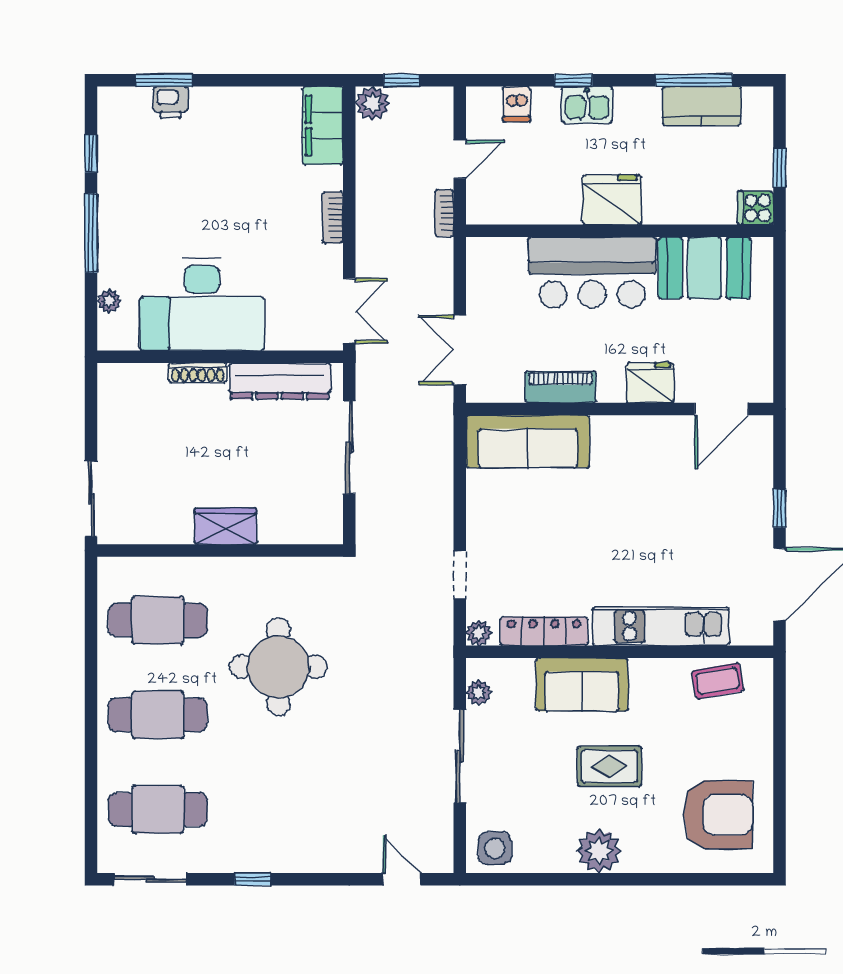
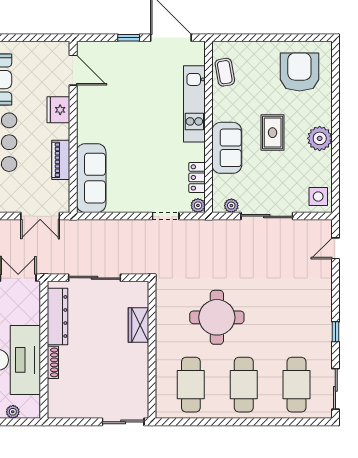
wardrobe: (226, 526) -> (138, 325), moved
locker: (544, 631) -> (197, 177), width x0.66

